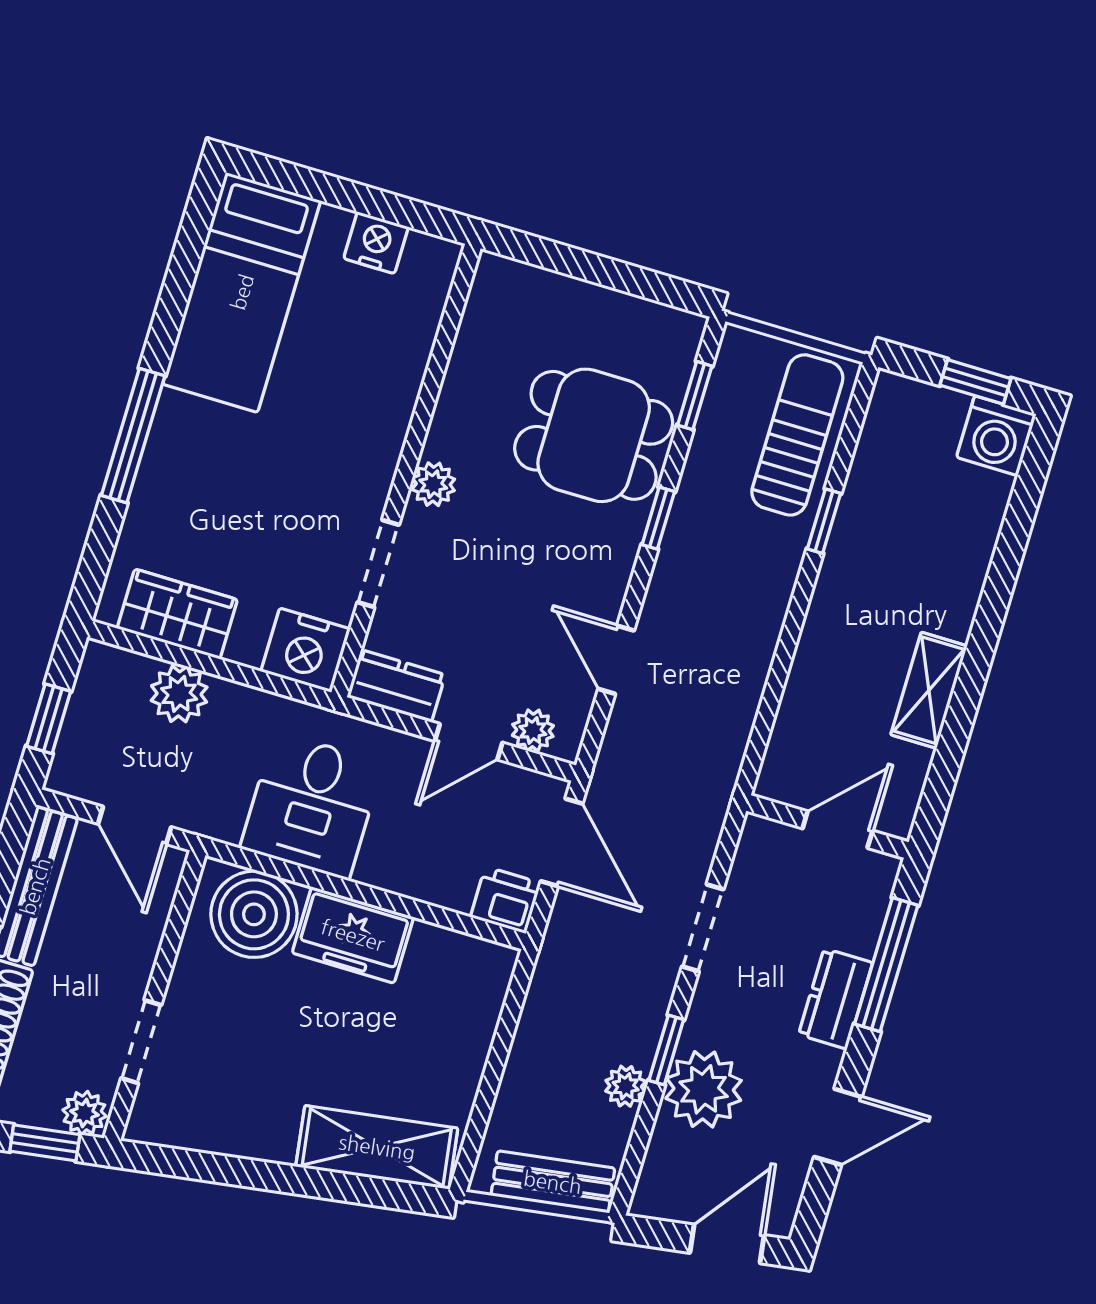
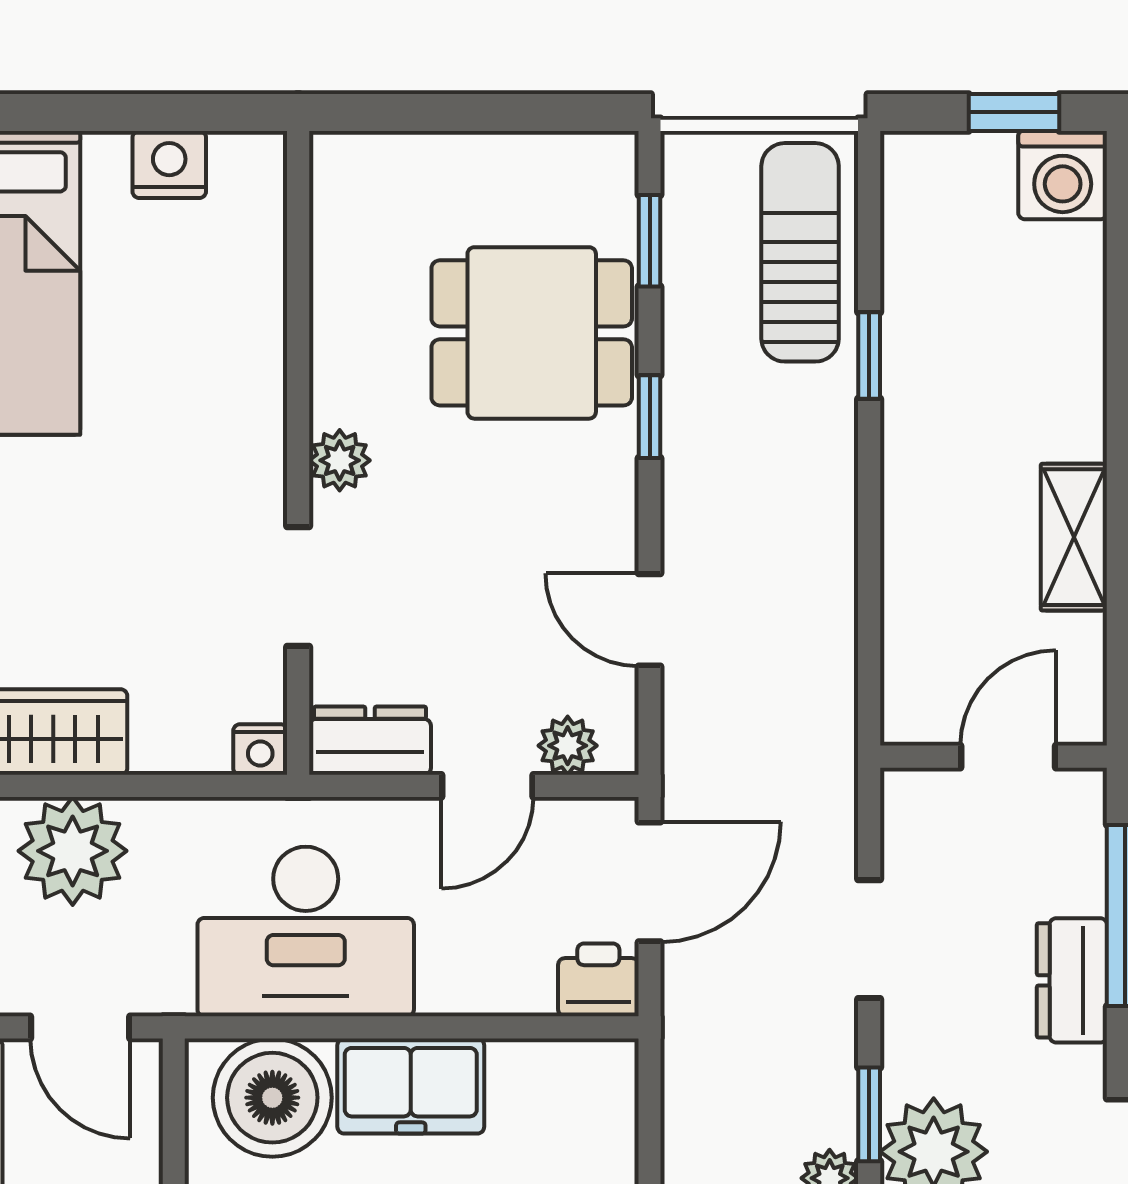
nightstand: (305, 650) -> (260, 749), width x0.53, depth x0.56
plant: (179, 694) -> (73, 851), width x1.36, depth x1.36
desk: (312, 805) -> (306, 931), width x1.37
door: (562, 842) -> (650, 882), hinge flipped

